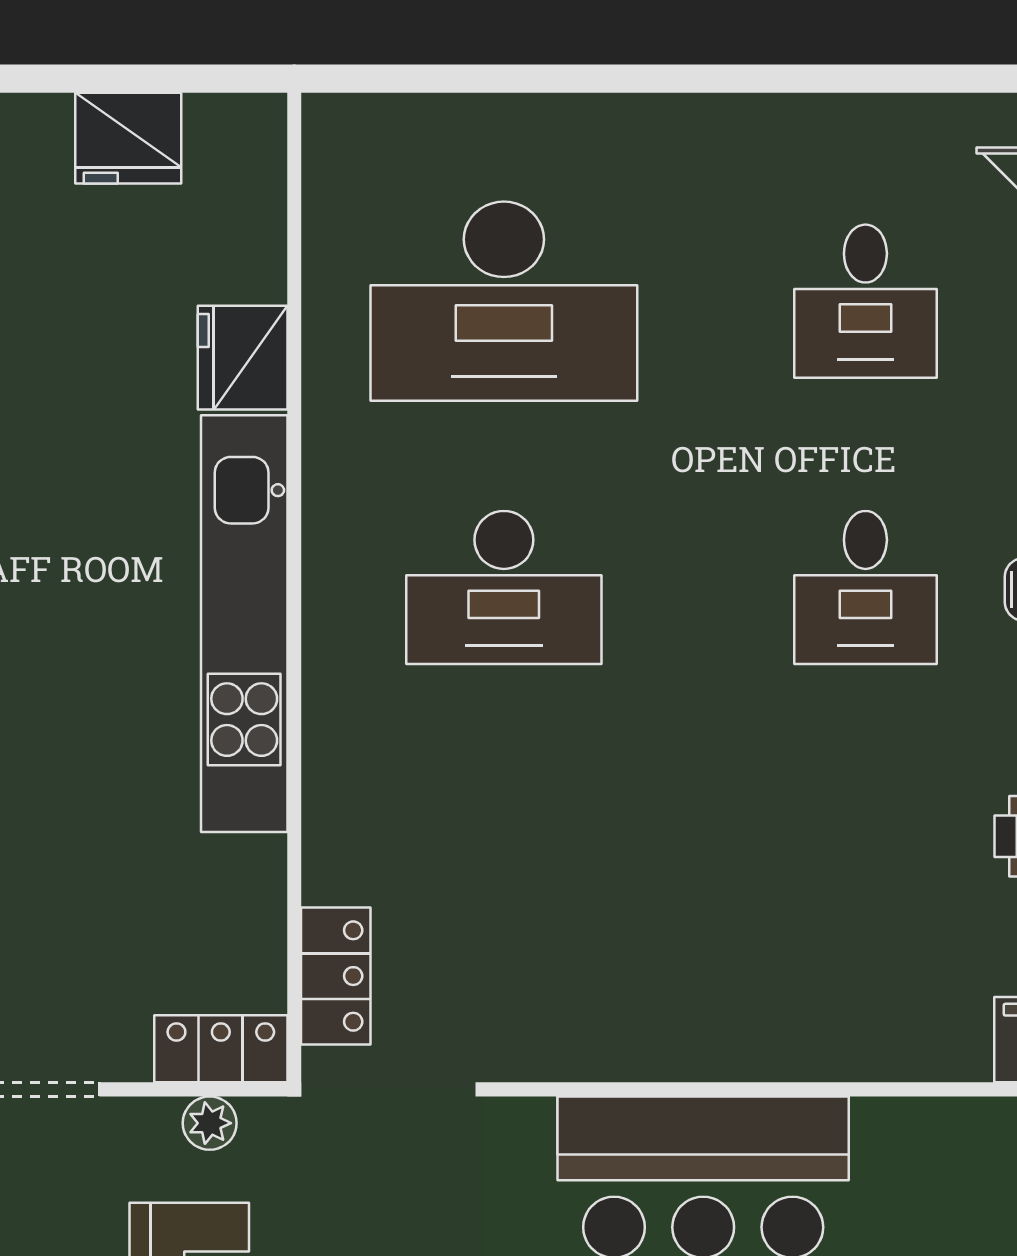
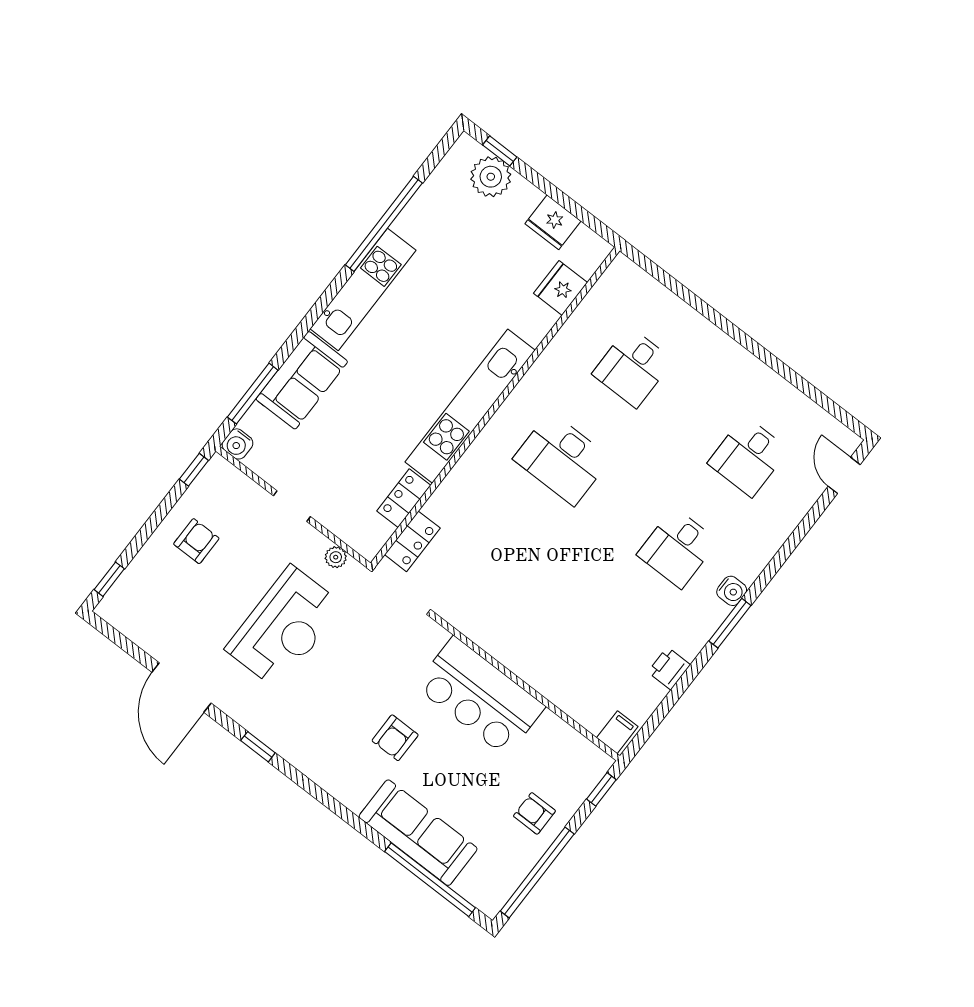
desk: (504, 301) -> (633, 367), width x0.53, depth x0.77
fridge: (243, 358) -> (561, 288), moved
locker: (221, 1049) -> (404, 498), moved, turned -90

